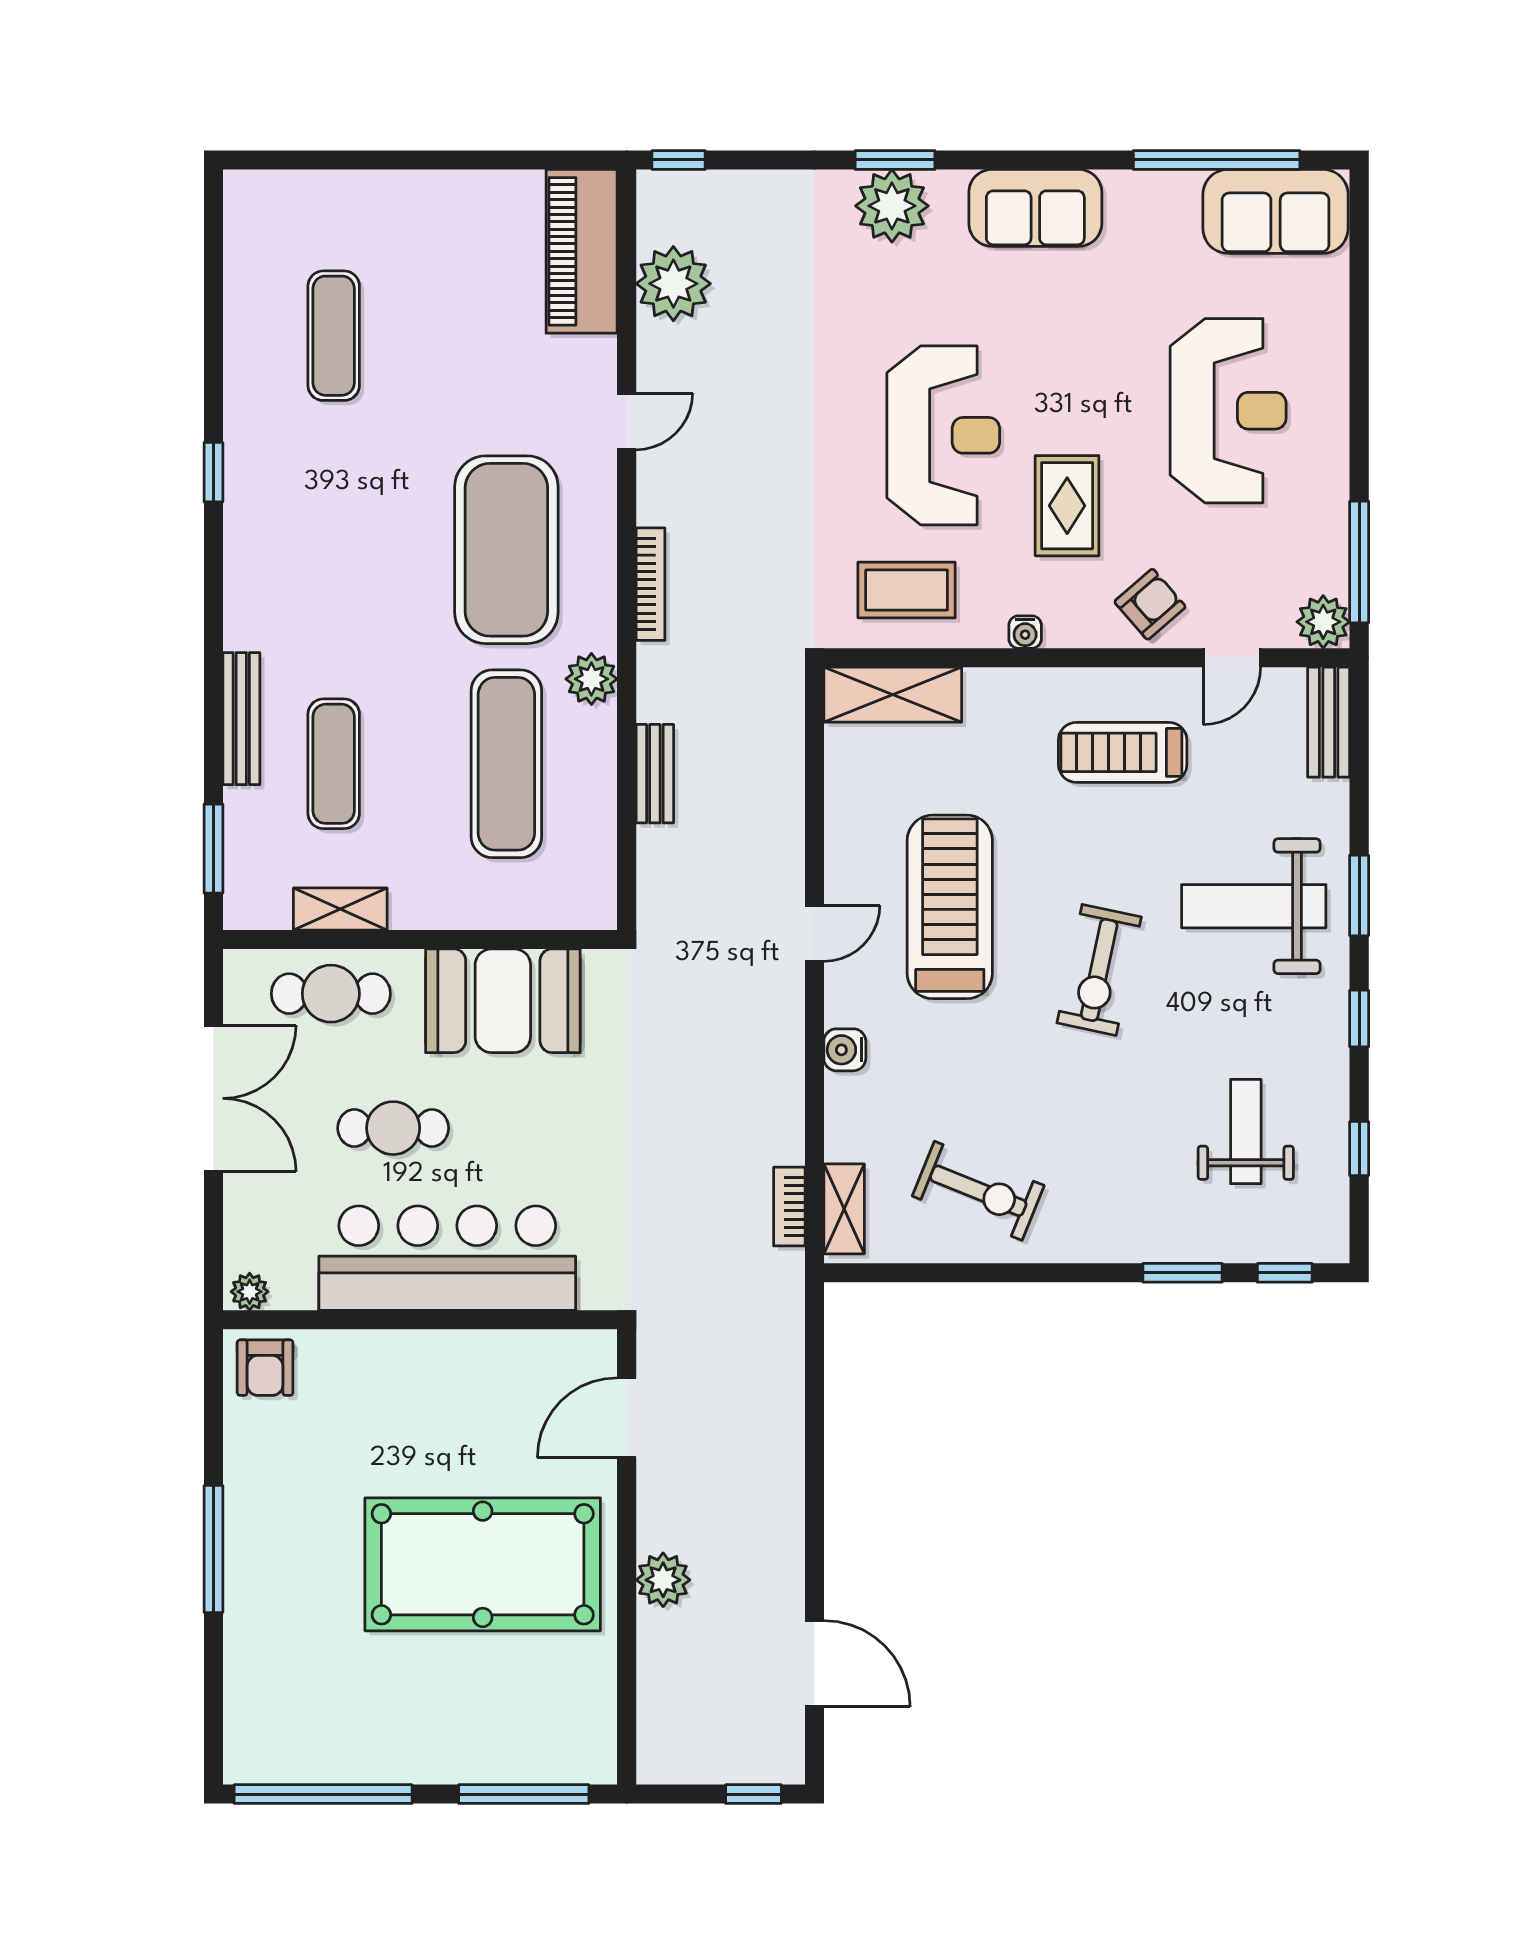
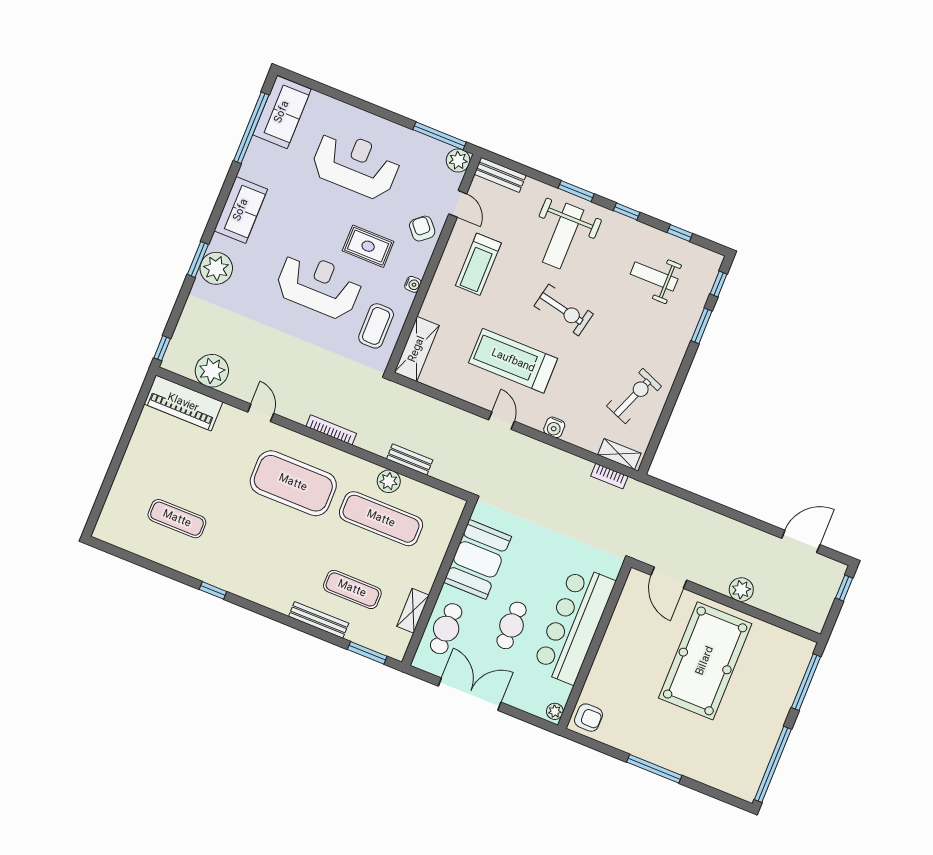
plant: (591, 679) -> (389, 481), moved

